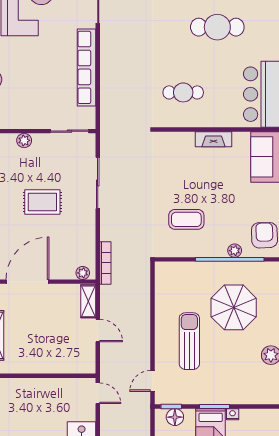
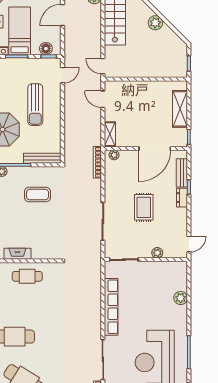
cafe table: (183, 92) -> (27, 276), moved
rug: (42, 202) -> (144, 207), turned 90
bench: (180, 269) -> (42, 158), added
door: (98, 331) -> (103, 99), moved

